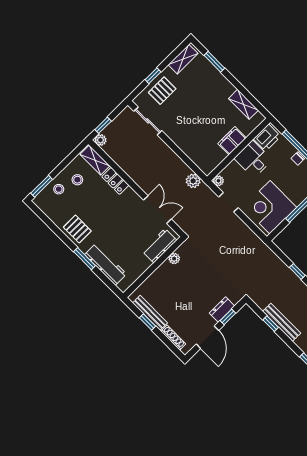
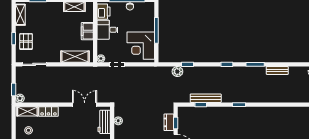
shelving: (195, 154) -> (75, 57), added
plant: (193, 181) -> (177, 72), moved

